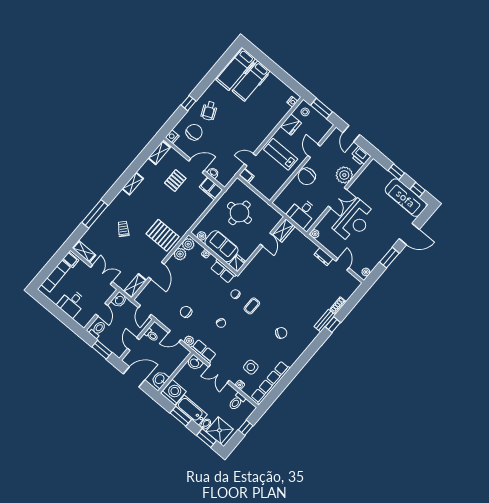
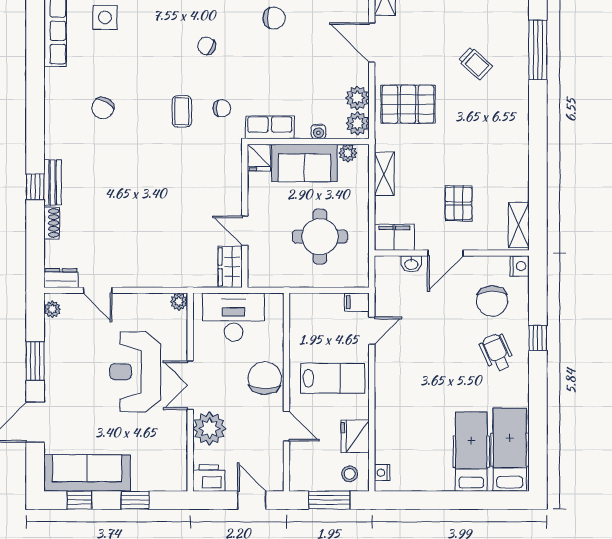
shelving: (133, 184) -> (384, 174), moved
desk: (302, 213) -> (234, 317), width x1.37
dresser: (324, 257) -> (61, 278), moved

